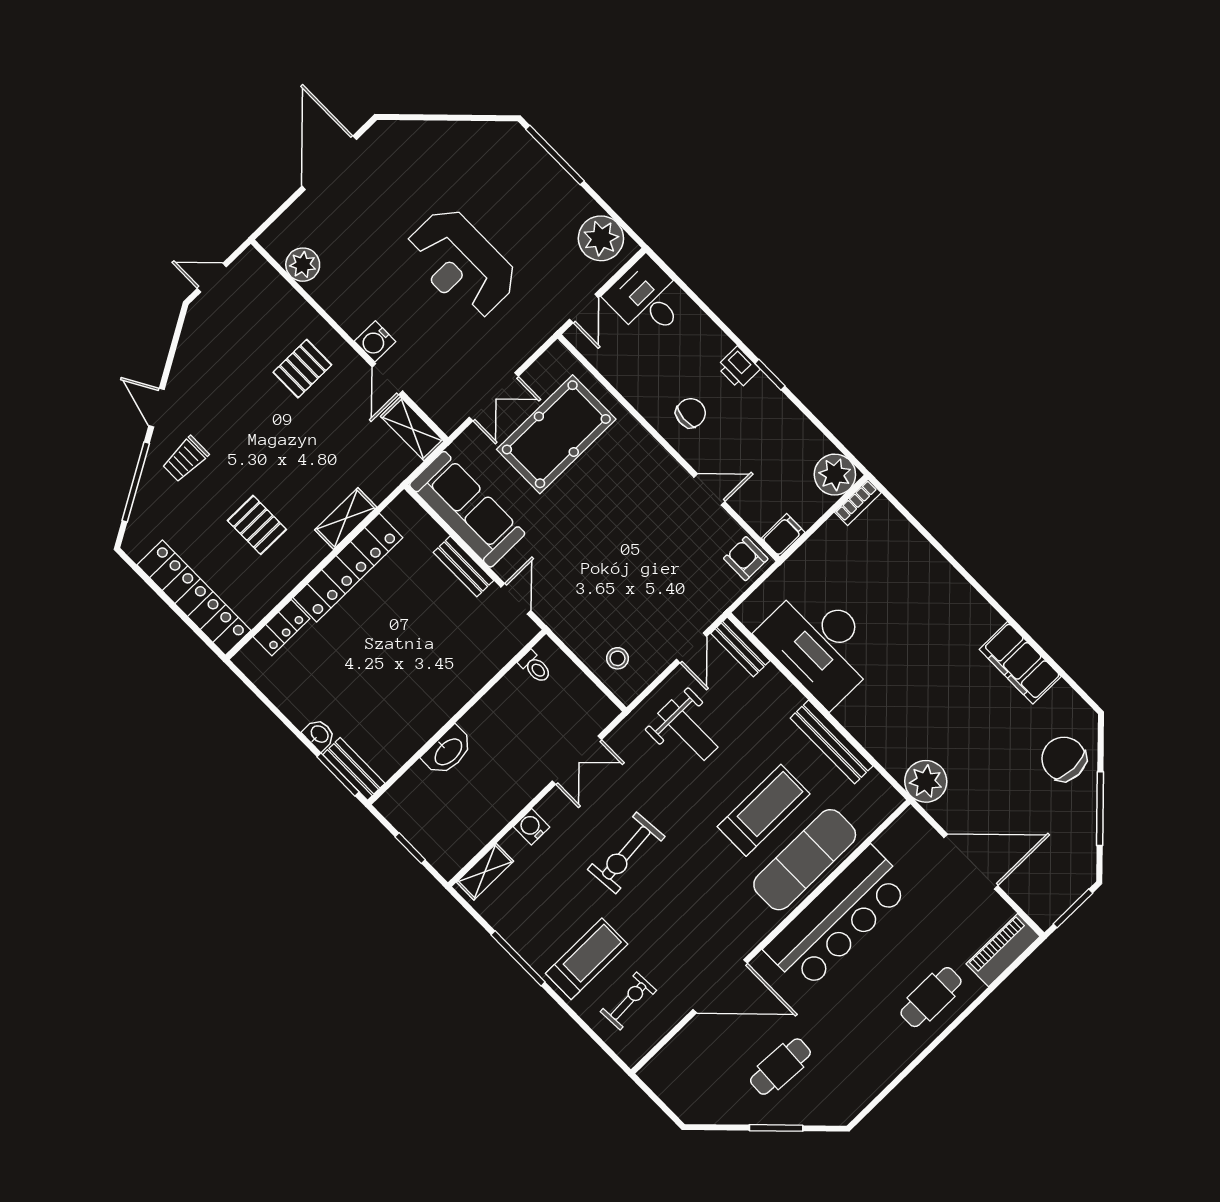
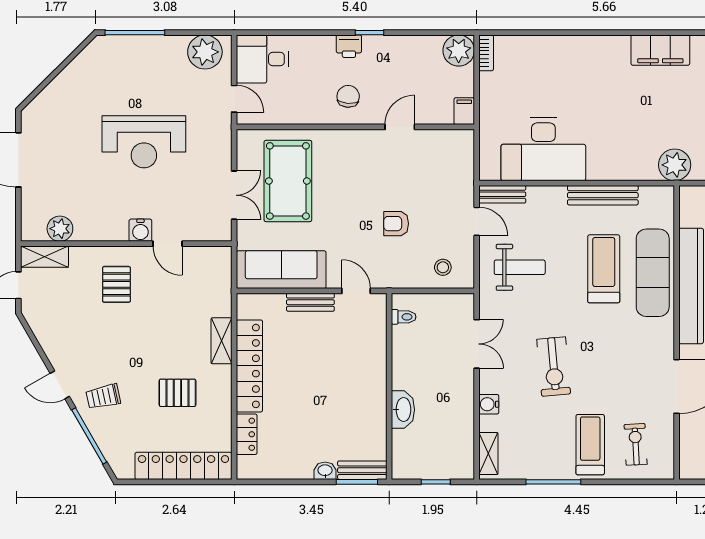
shelving: (412, 429) -> (45, 257), moved
trolley: (185, 459) -> (103, 397), turned 78
armchair: (746, 559) -> (396, 224), moved

